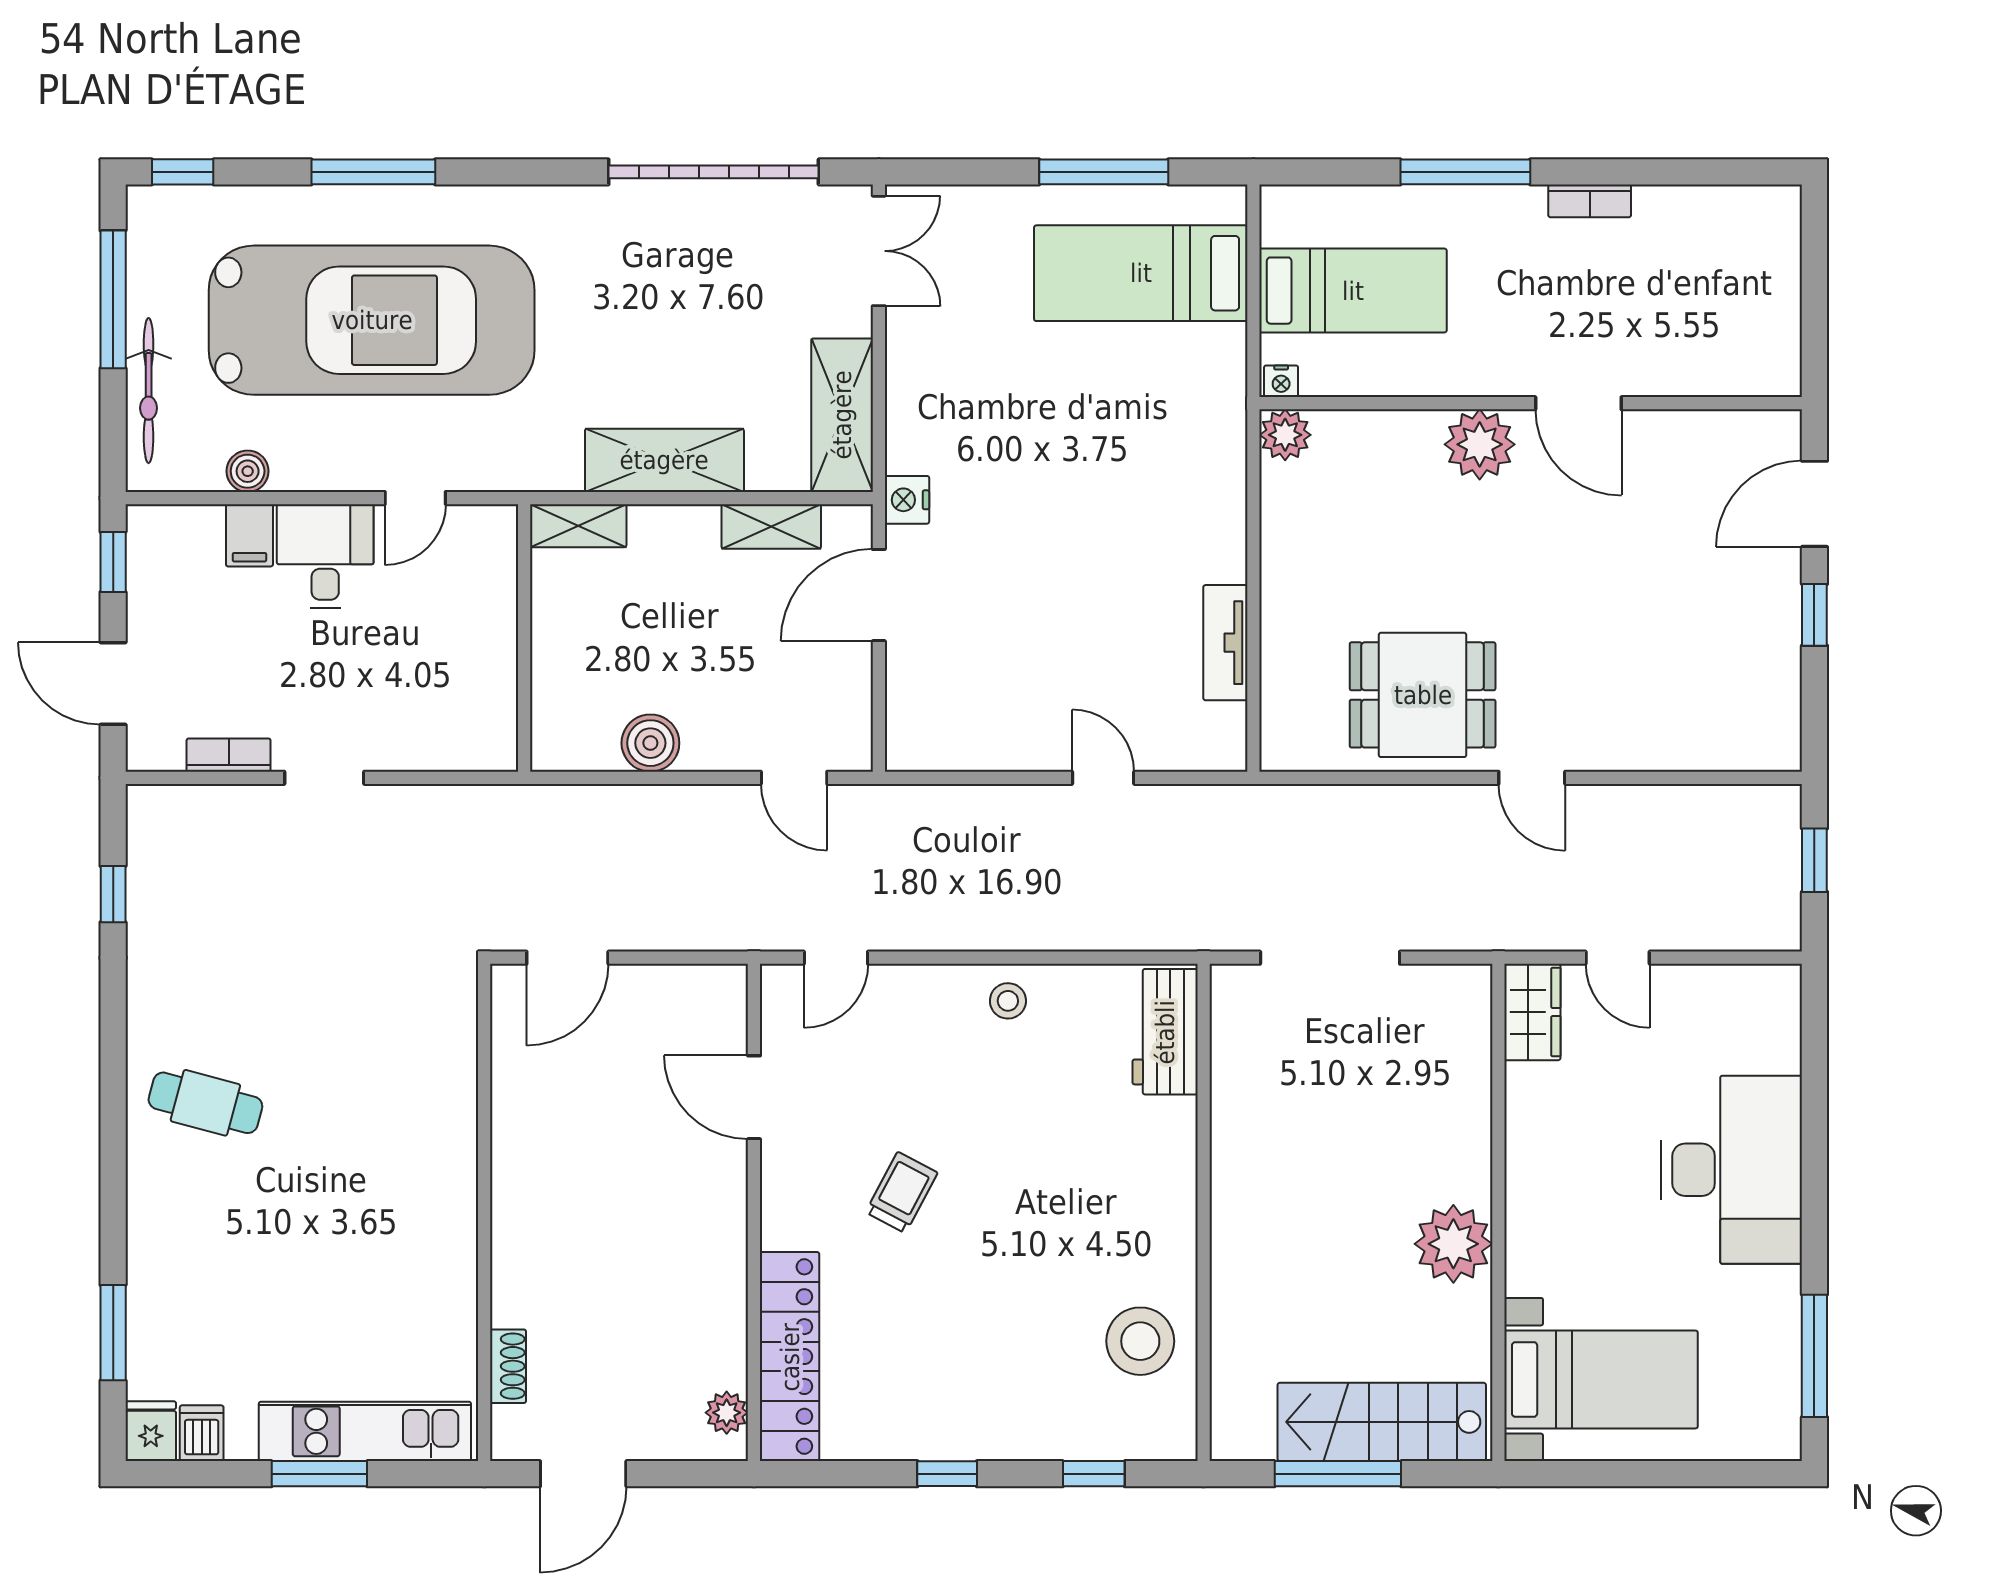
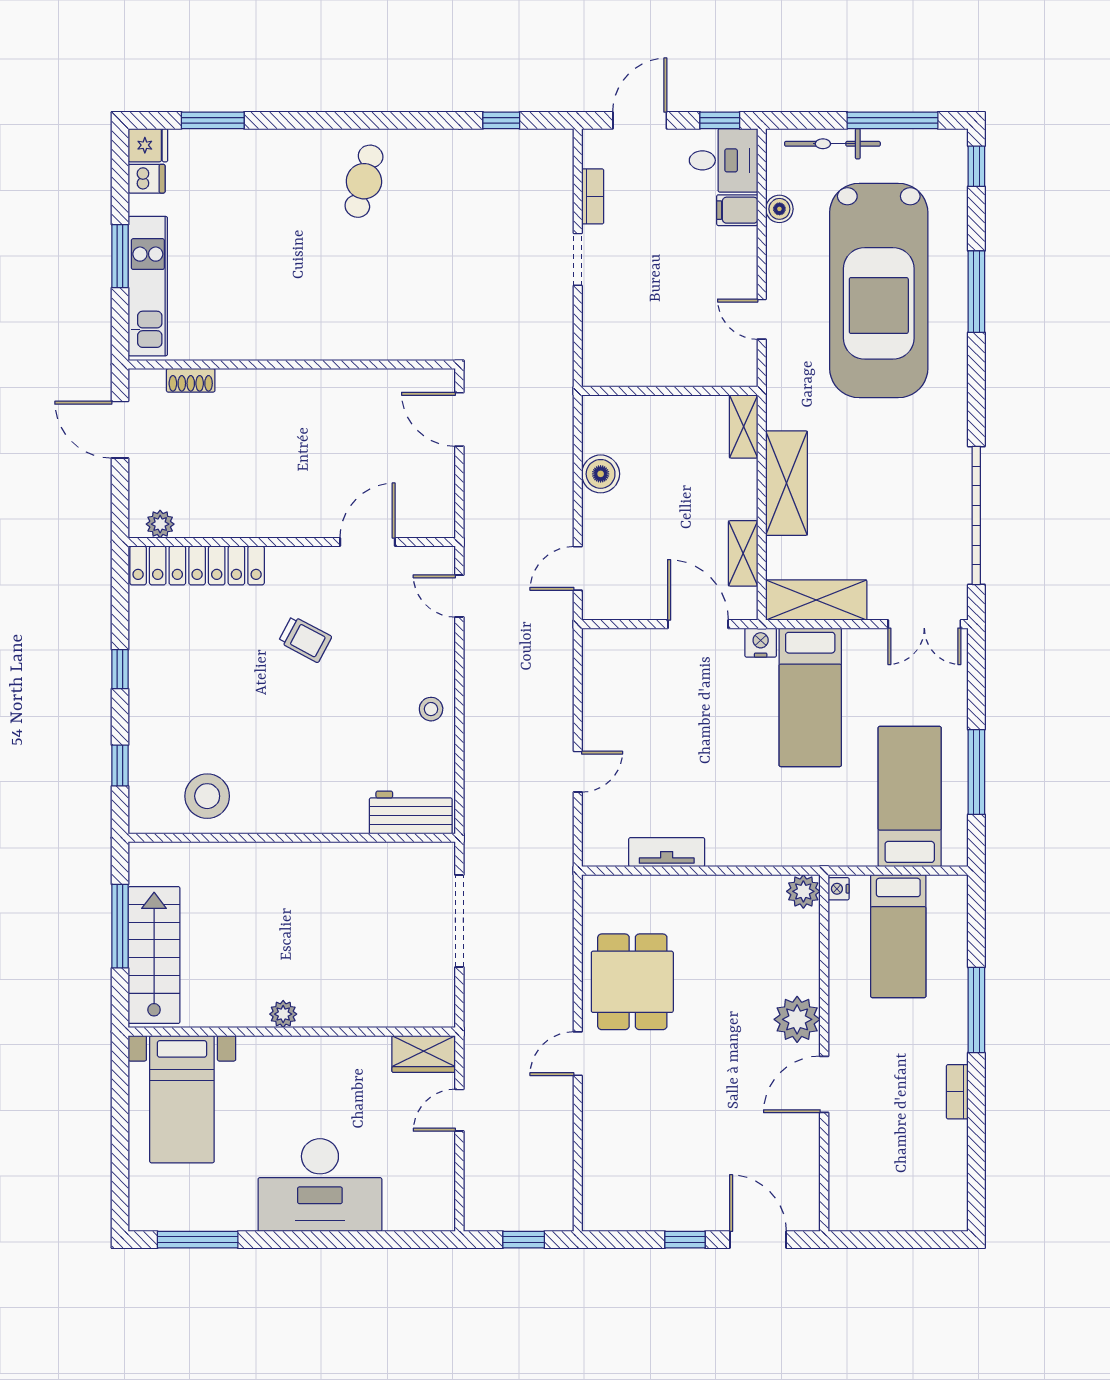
bed: (990, 424) -> (810, 697), added
desk: (325, 556) -> (724, 160), moved
plant: (1453, 1244) -> (283, 1014), width x0.53, depth x0.53

